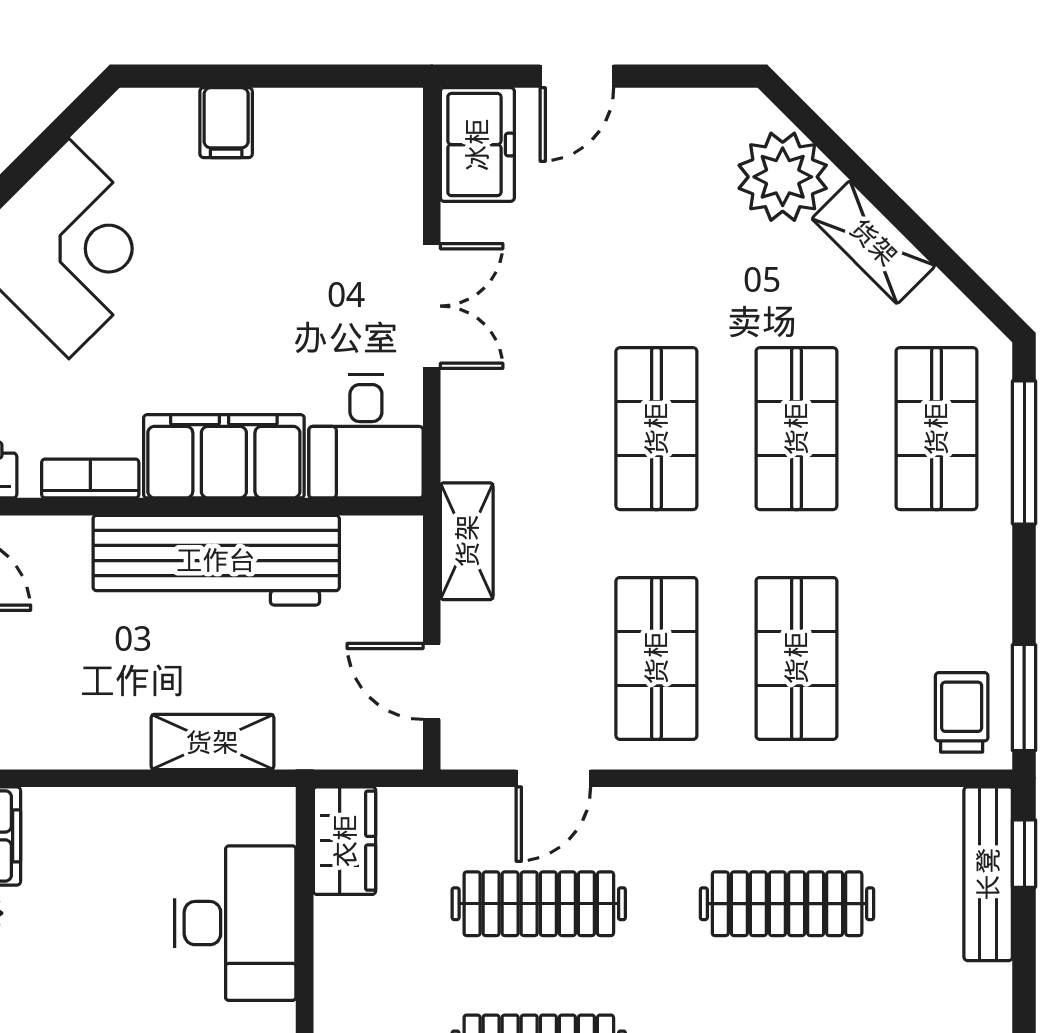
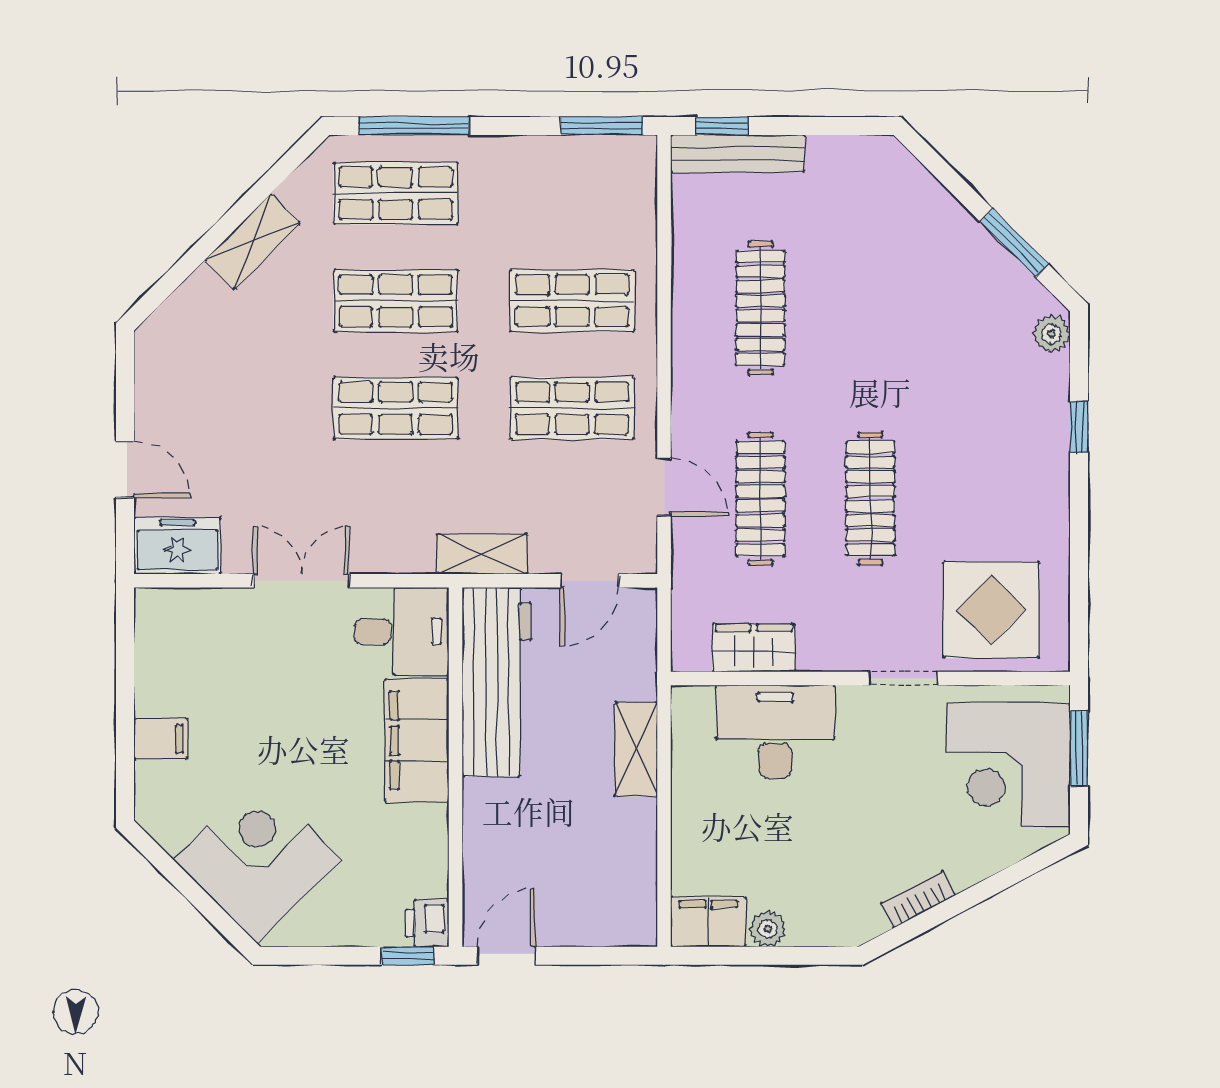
plant: (783, 177) -> (202, 311), removed
bookcase: (90, 478) -> (434, 843), removed
workbench: (216, 560) -> (497, 682), moved
trolley: (962, 712) -> (613, 174), removed
wardrobe: (345, 841) -> (754, 648), moved

